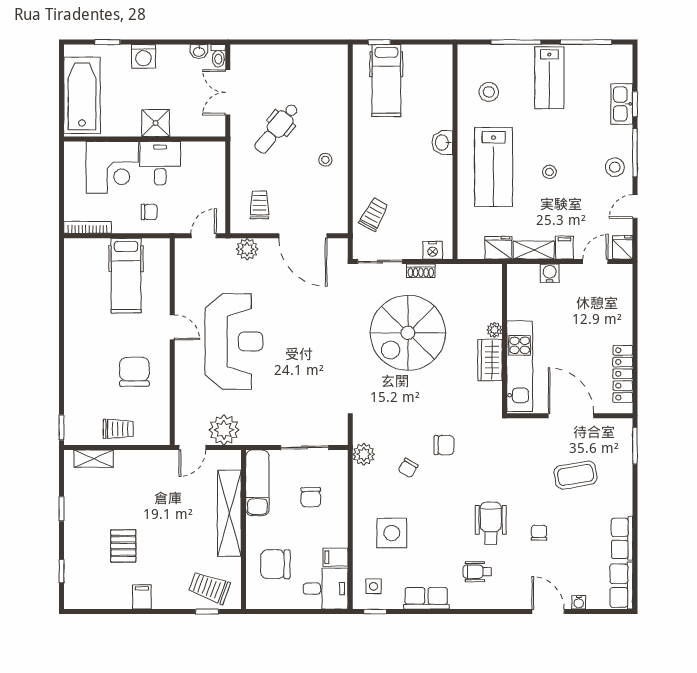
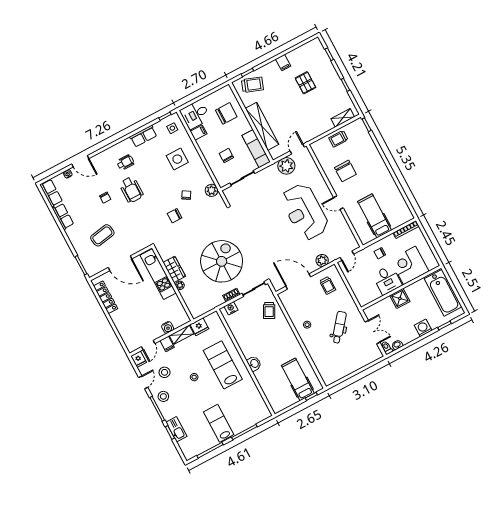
stool: (489, 92) -> (165, 372), moved

